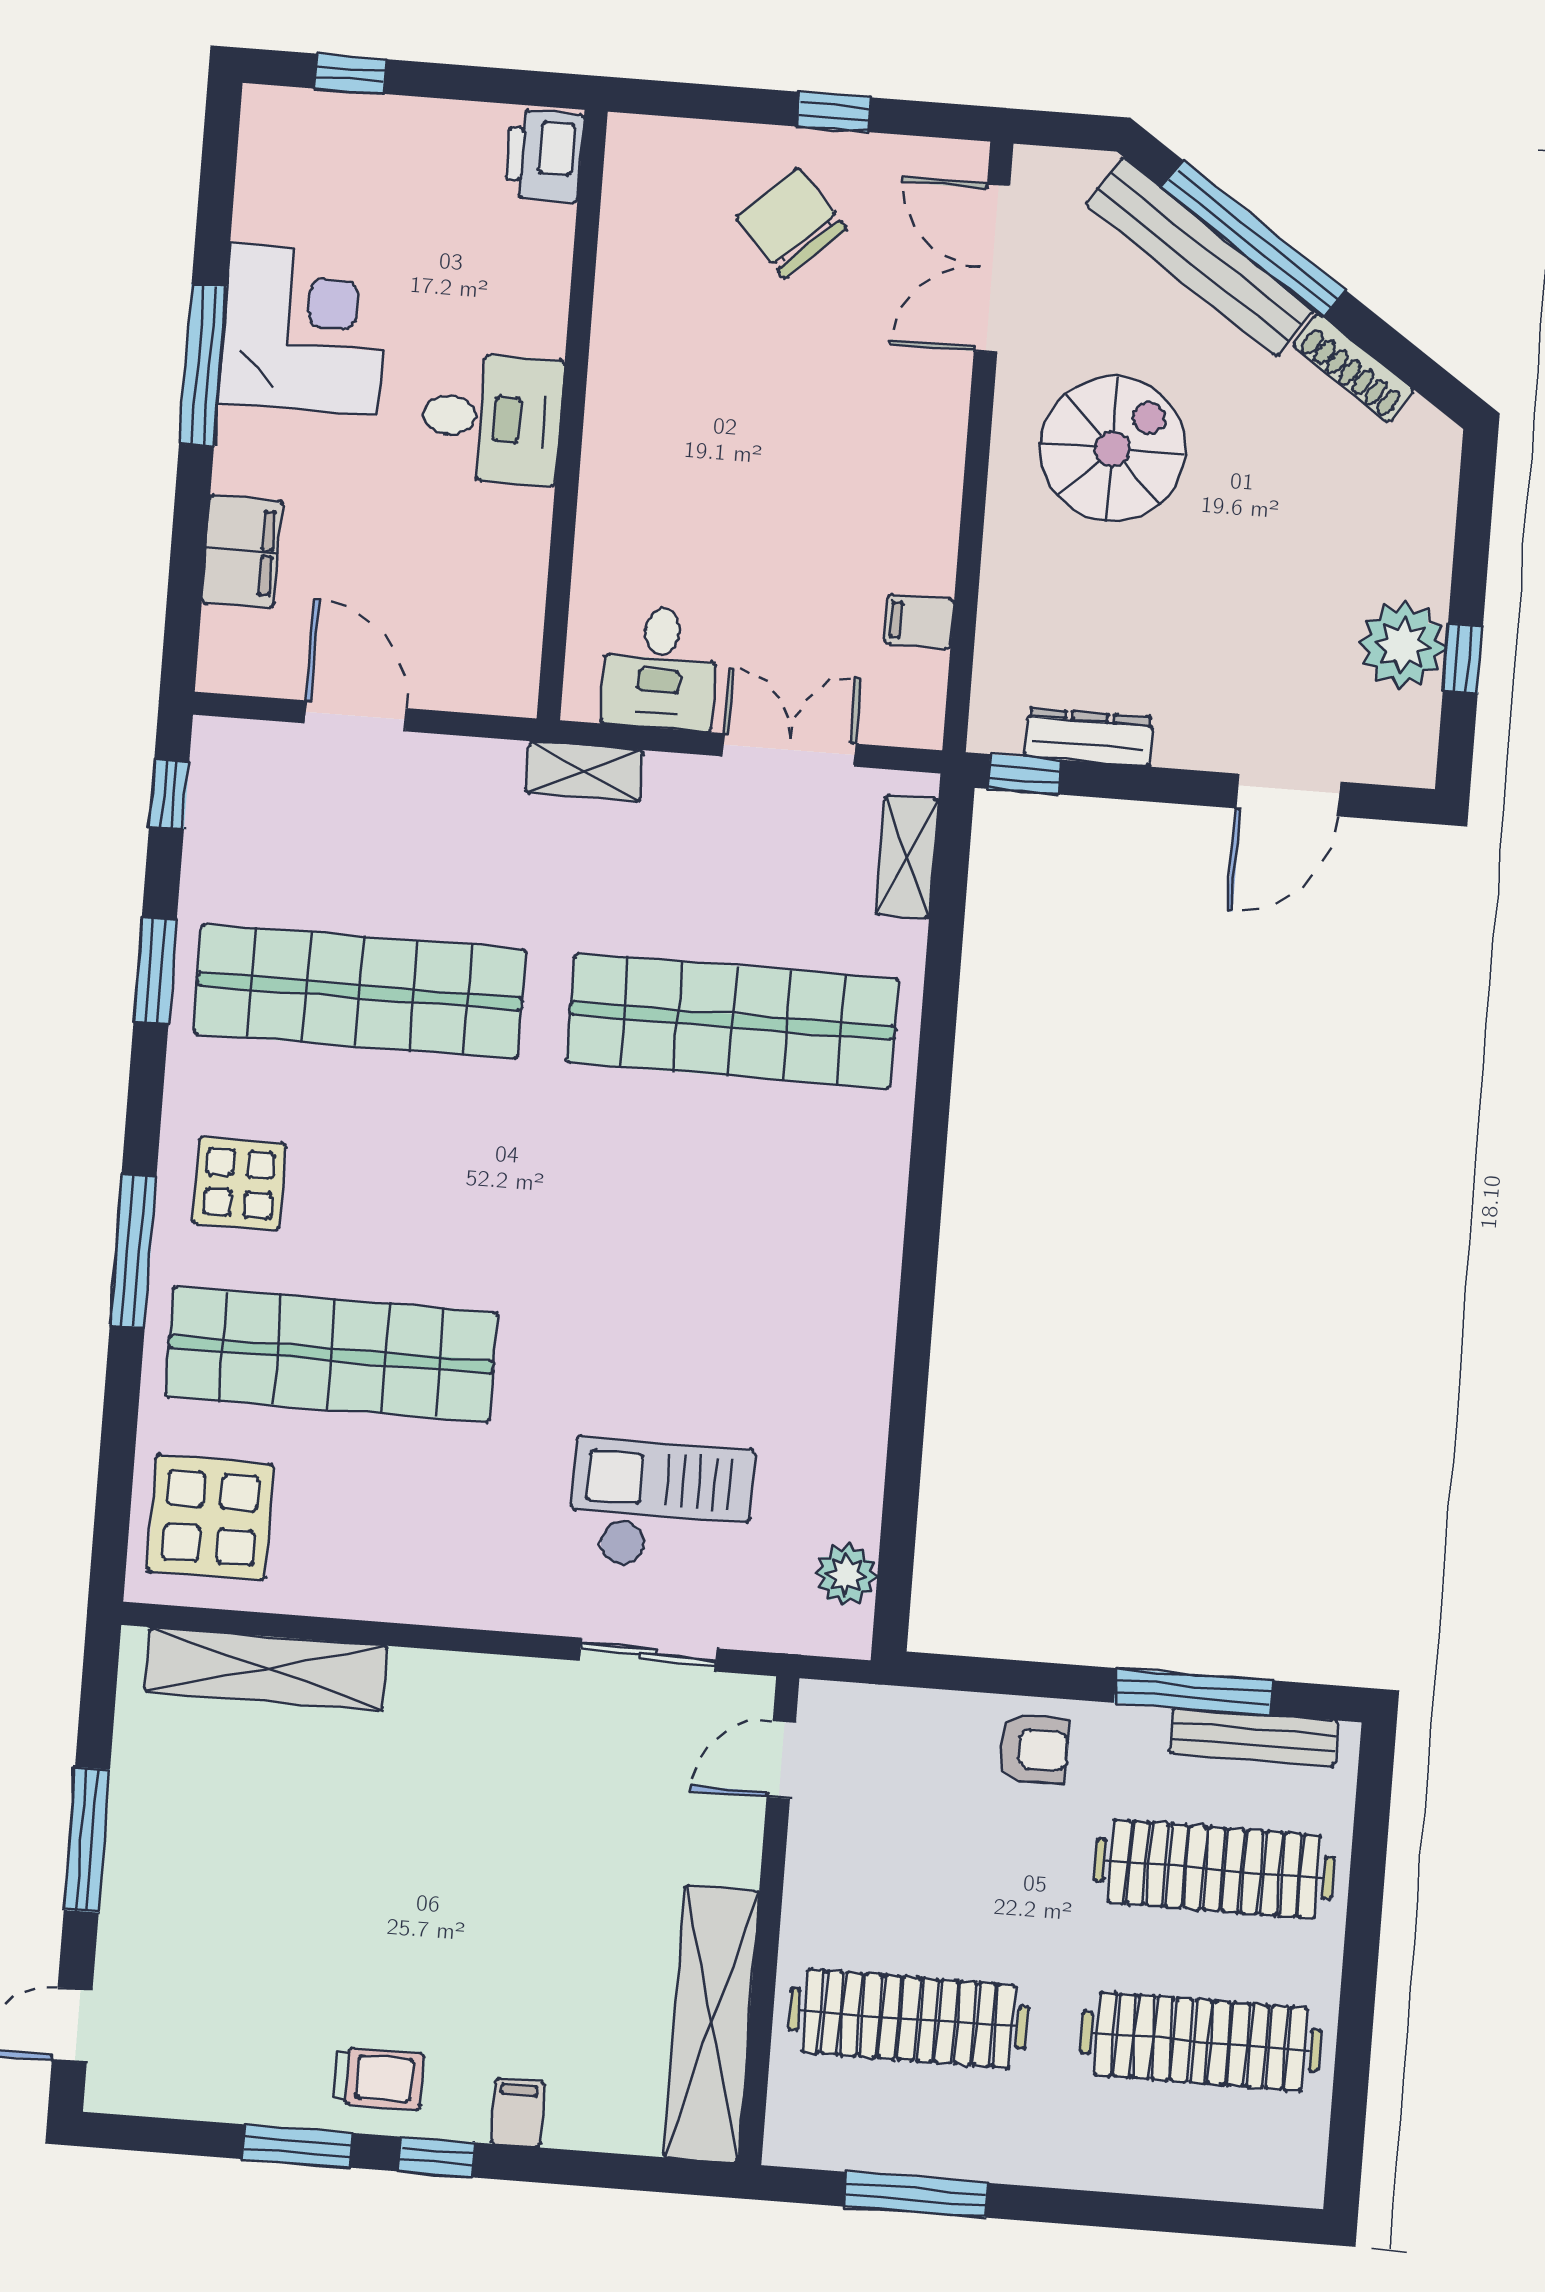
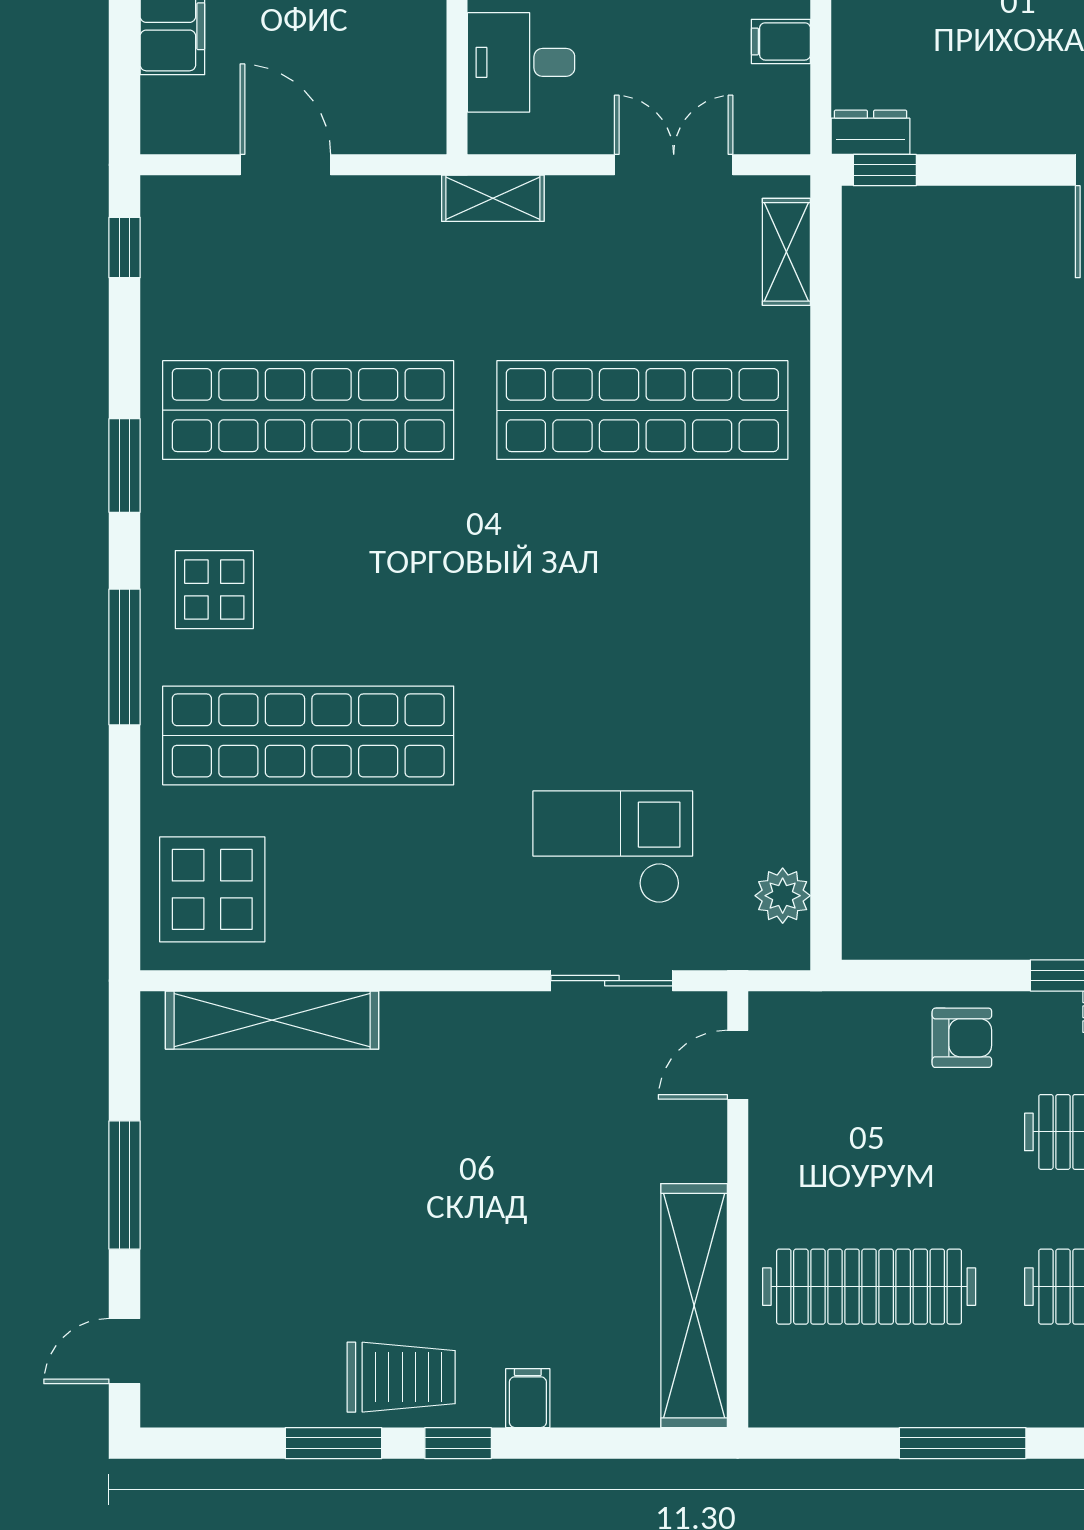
desk: (660, 668) -> (521, 62), moved, turned 90
dresser: (1089, 737) -> (871, 132), moved, width x0.70
window: (155, 970) -> (125, 465), moved
trolley: (378, 2078) -> (401, 1377), width x1.36, depth x1.39
window: (916, 2195) -> (963, 1443), moved

